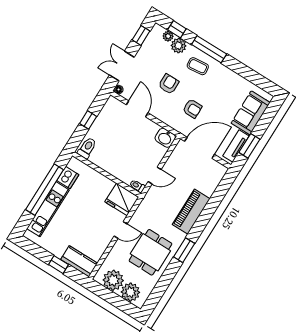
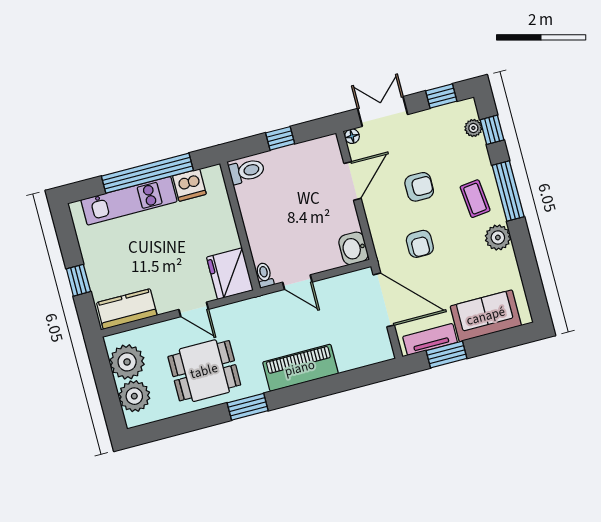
plant: (179, 46) -> (498, 237), moved
kitchen counter: (79, 261) -> (127, 309), moved, turned -90

